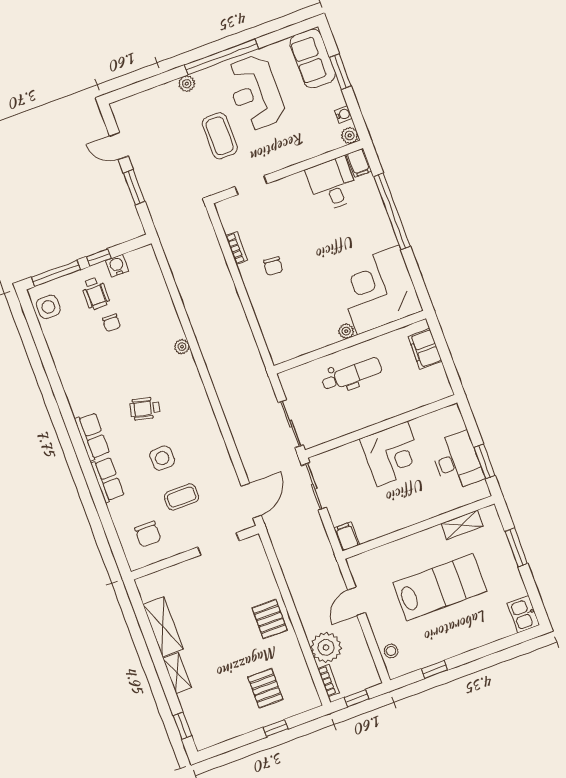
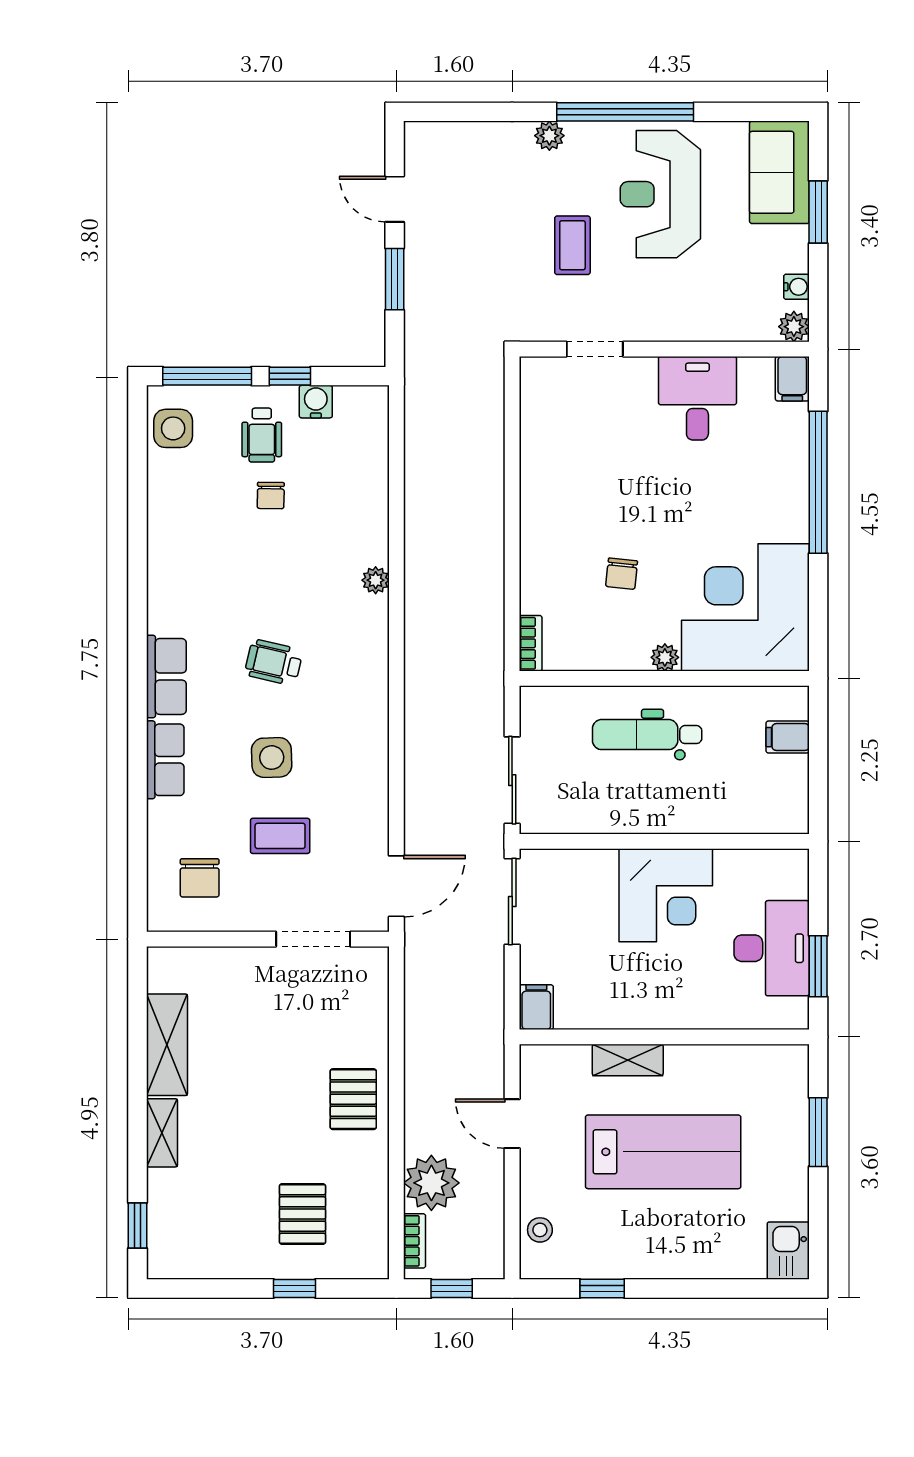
coffee table: (220, 136) -> (572, 245), width x0.73, depth x0.77
desk: (332, 184) -> (697, 398), moved
bookcase: (237, 248) -> (531, 643), moved
chair: (273, 266) -> (622, 574), moved
filing cabinet: (425, 349) -> (788, 737), width x0.50
dental chair: (352, 374) -> (647, 735), turned 180
shelving: (462, 525) -> (628, 1060), moved
door: (356, 601) -> (512, 1124), hinge flipped

